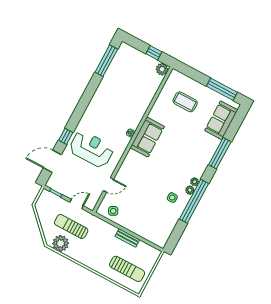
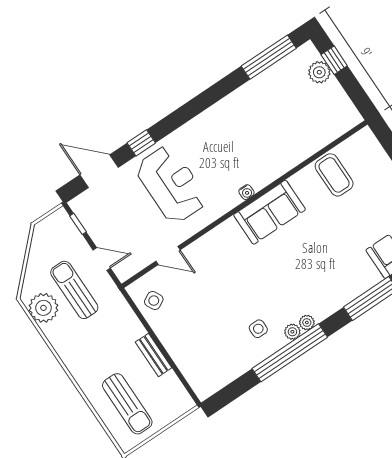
window: (154, 53) -> (334, 60), moved
plant: (162, 69) -> (319, 72), moved
coffee table: (185, 102) -> (334, 175), moved

